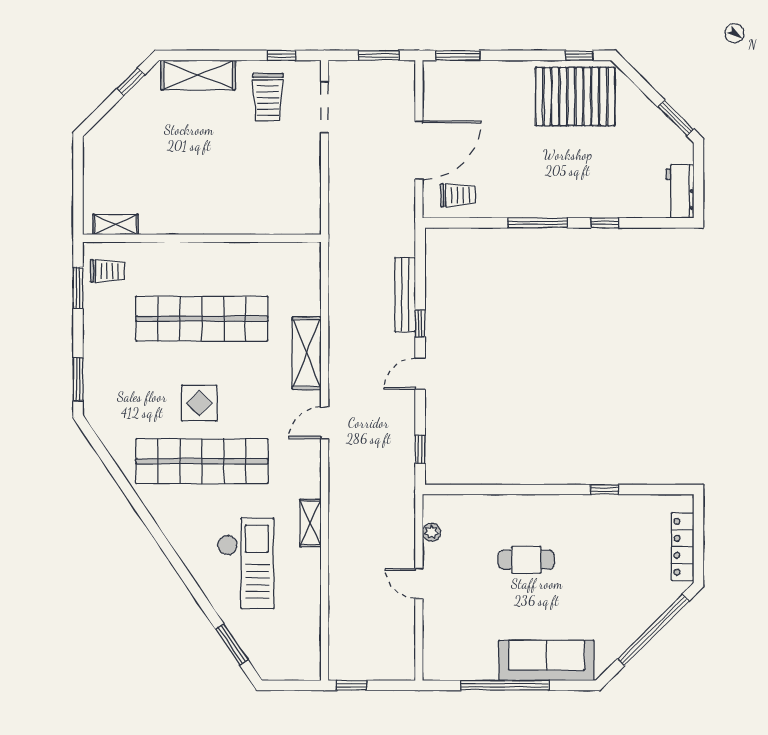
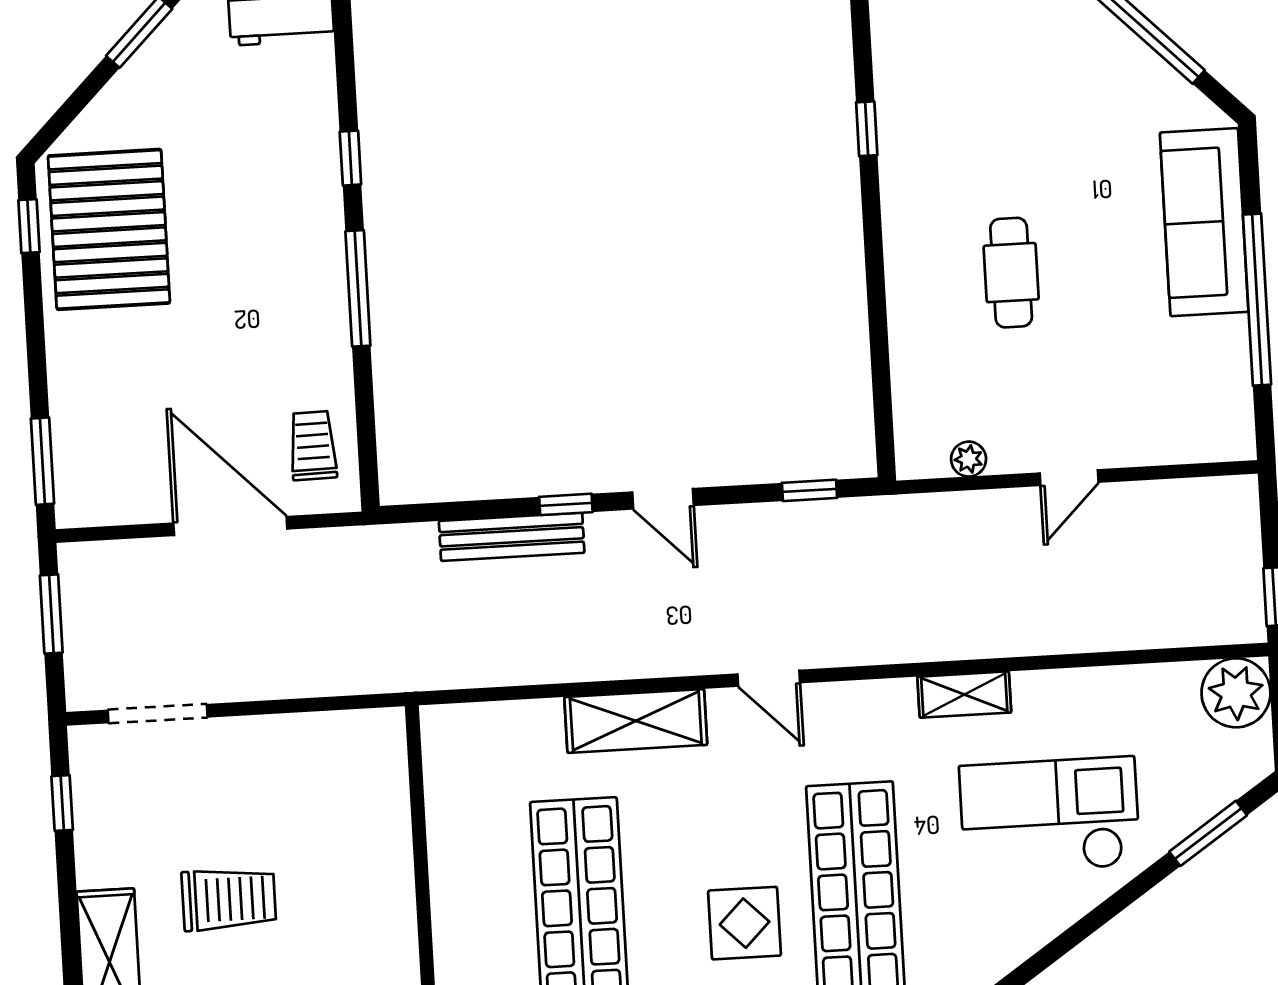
trolley: (268, 97) -> (229, 899), moved
plant: (303, 663) -> (1236, 693), added

